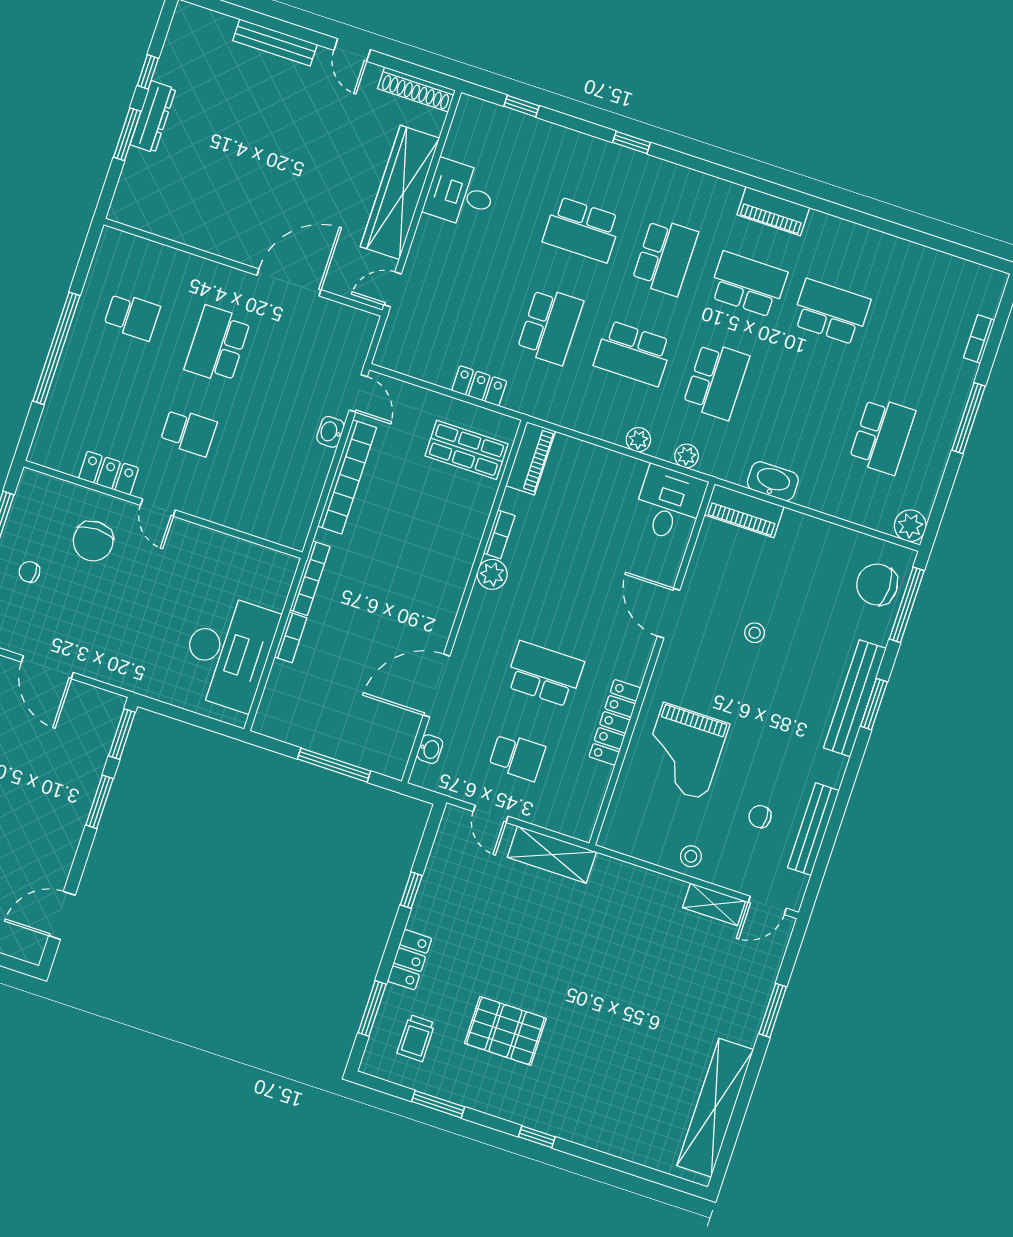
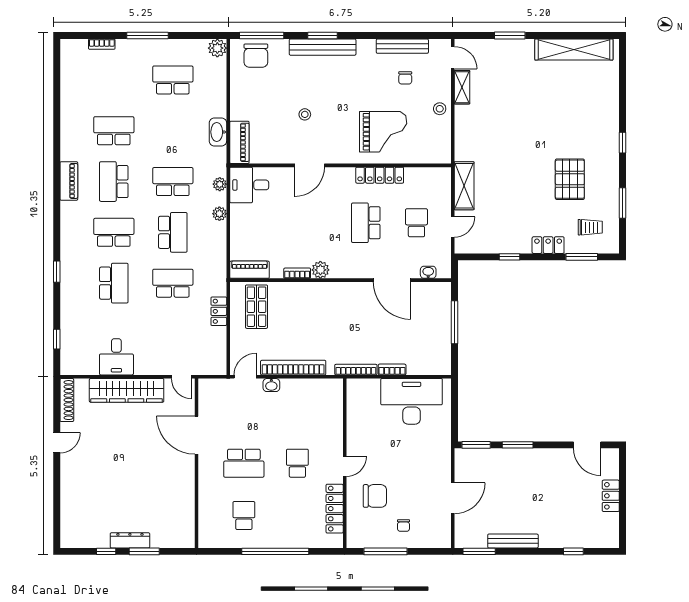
bench: (275, 43) -> (67, 487), removed
school desk: (831, 312) -> (114, 131), turned 90
locker: (109, 473) -> (335, 509), width x1.53

